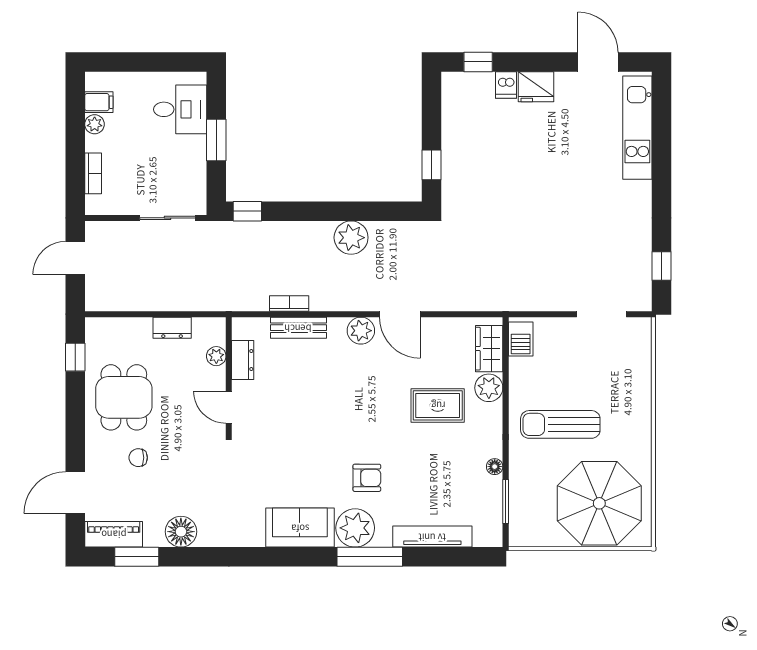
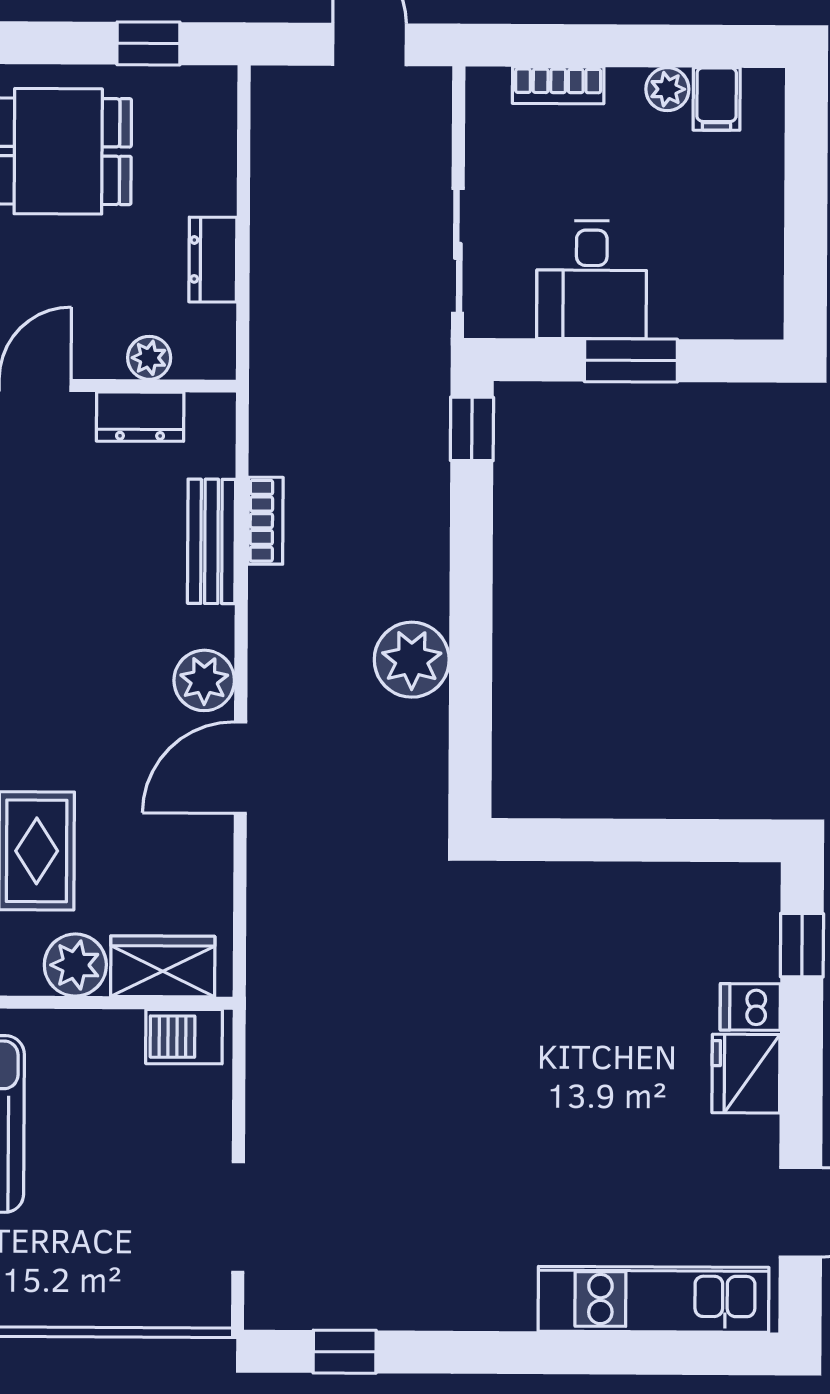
desk: (180, 109) -> (592, 280), moved
window: (431, 165) -> (573, 840), removed

